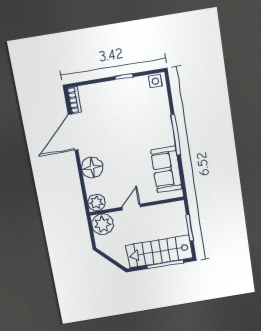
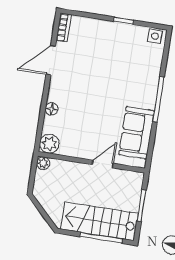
door: (73, 132) -> (51, 60), width x0.73
floor lamp: (92, 167) -> (51, 109), width x0.53, depth x0.53
door: (131, 207) -> (103, 164), moved
plant: (103, 224) -> (43, 163), width x0.53, depth x0.53

